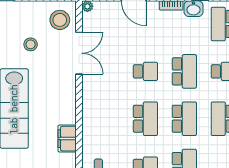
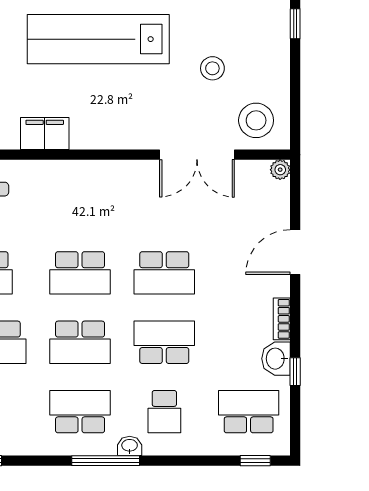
school desk: (145, 71) -> (164, 273), width x1.85
school desk: (184, 71) -> (164, 342), turned 180

